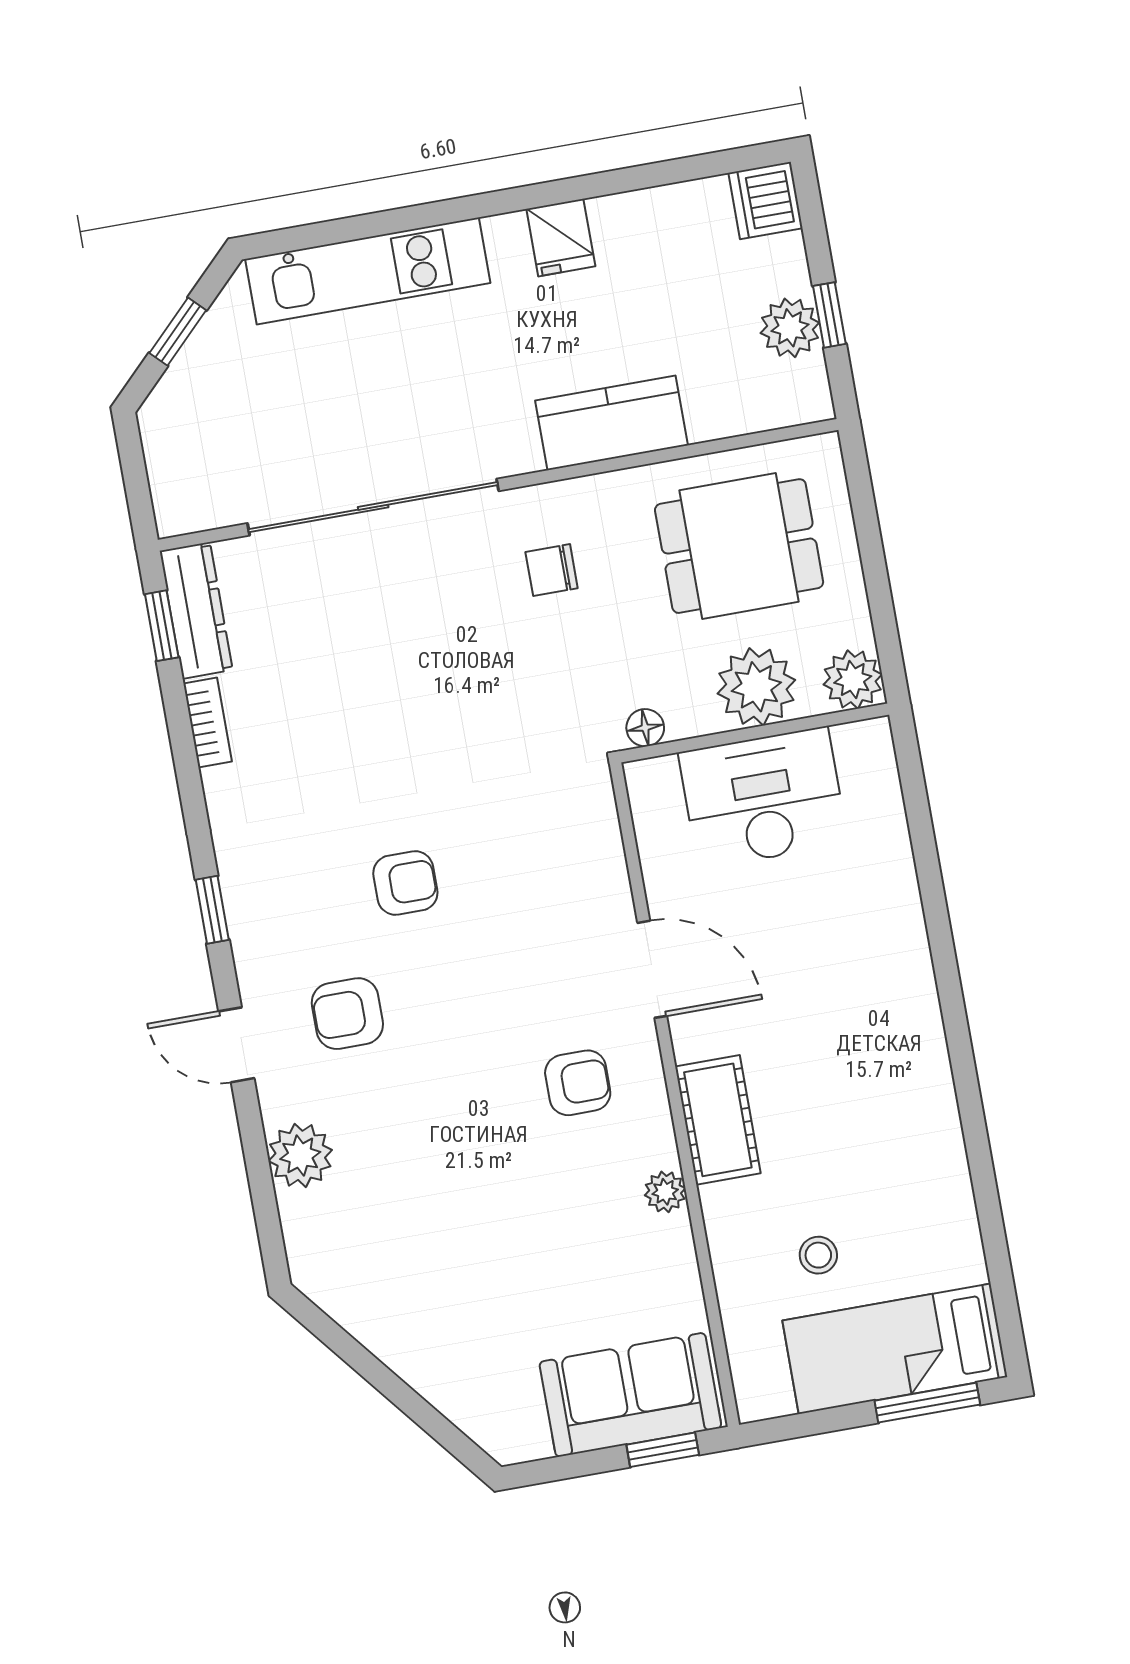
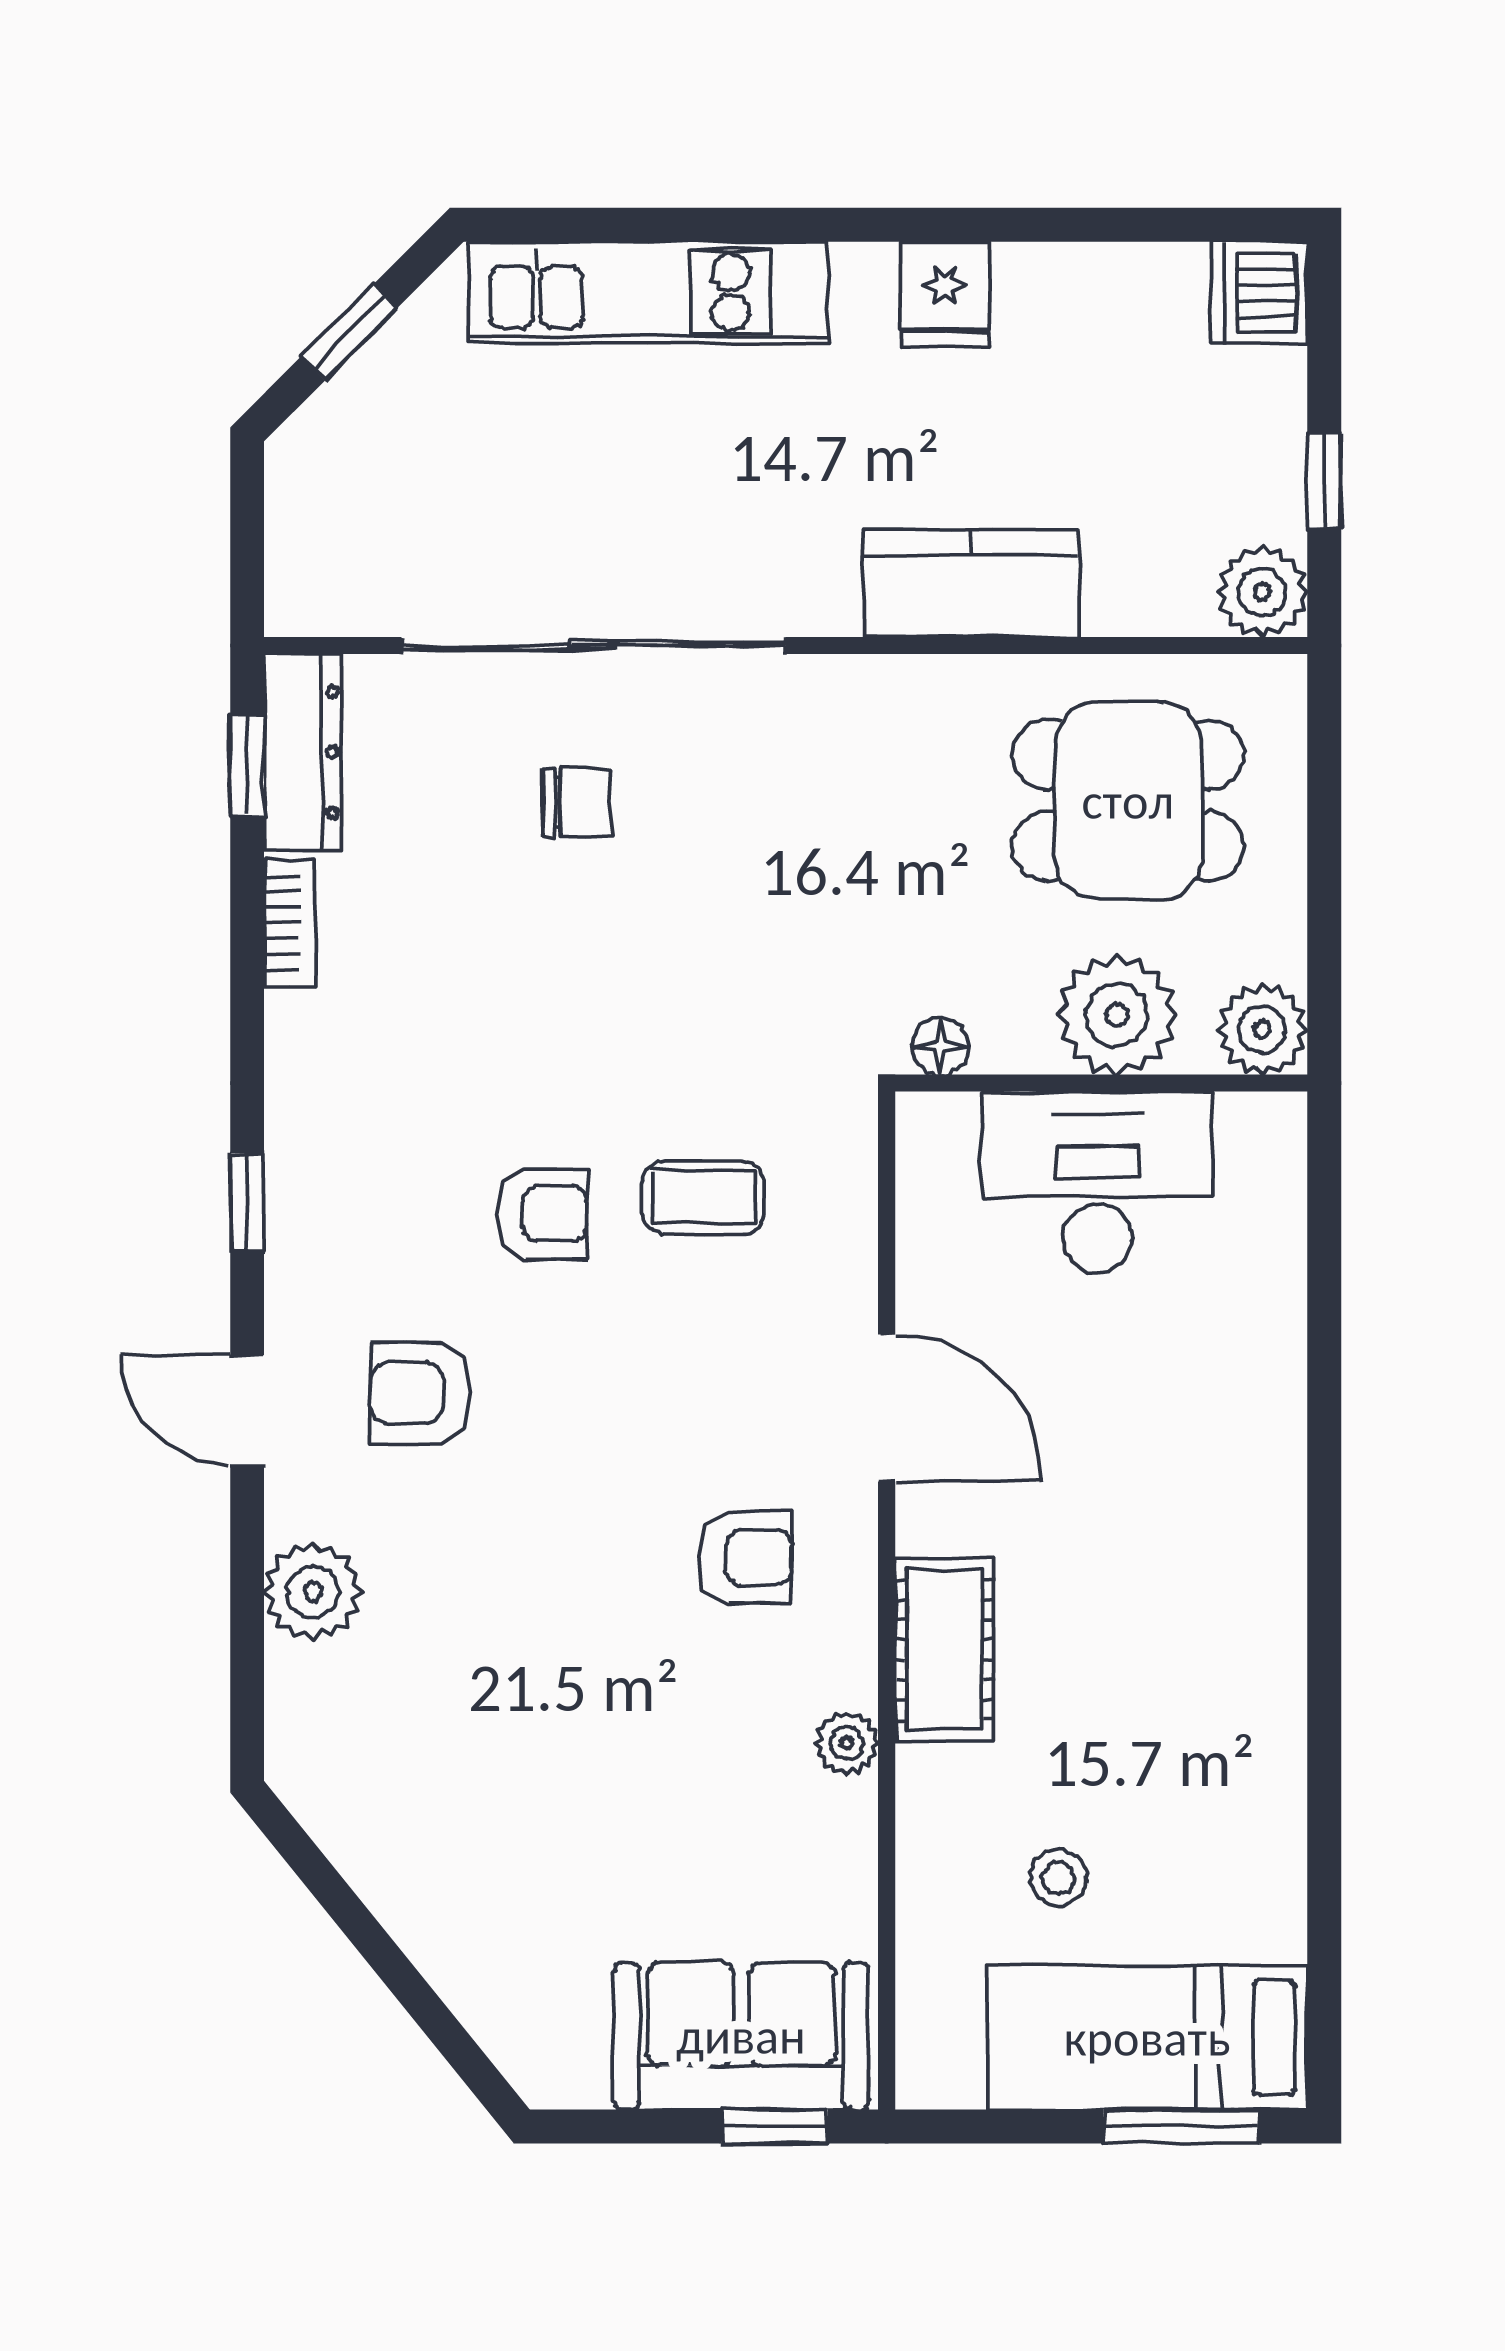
plant: (790, 328) -> (1262, 592), moved
chair: (552, 570) -> (578, 802), moved, turned 180
coffee table: (509, 854) -> (703, 1197), added

